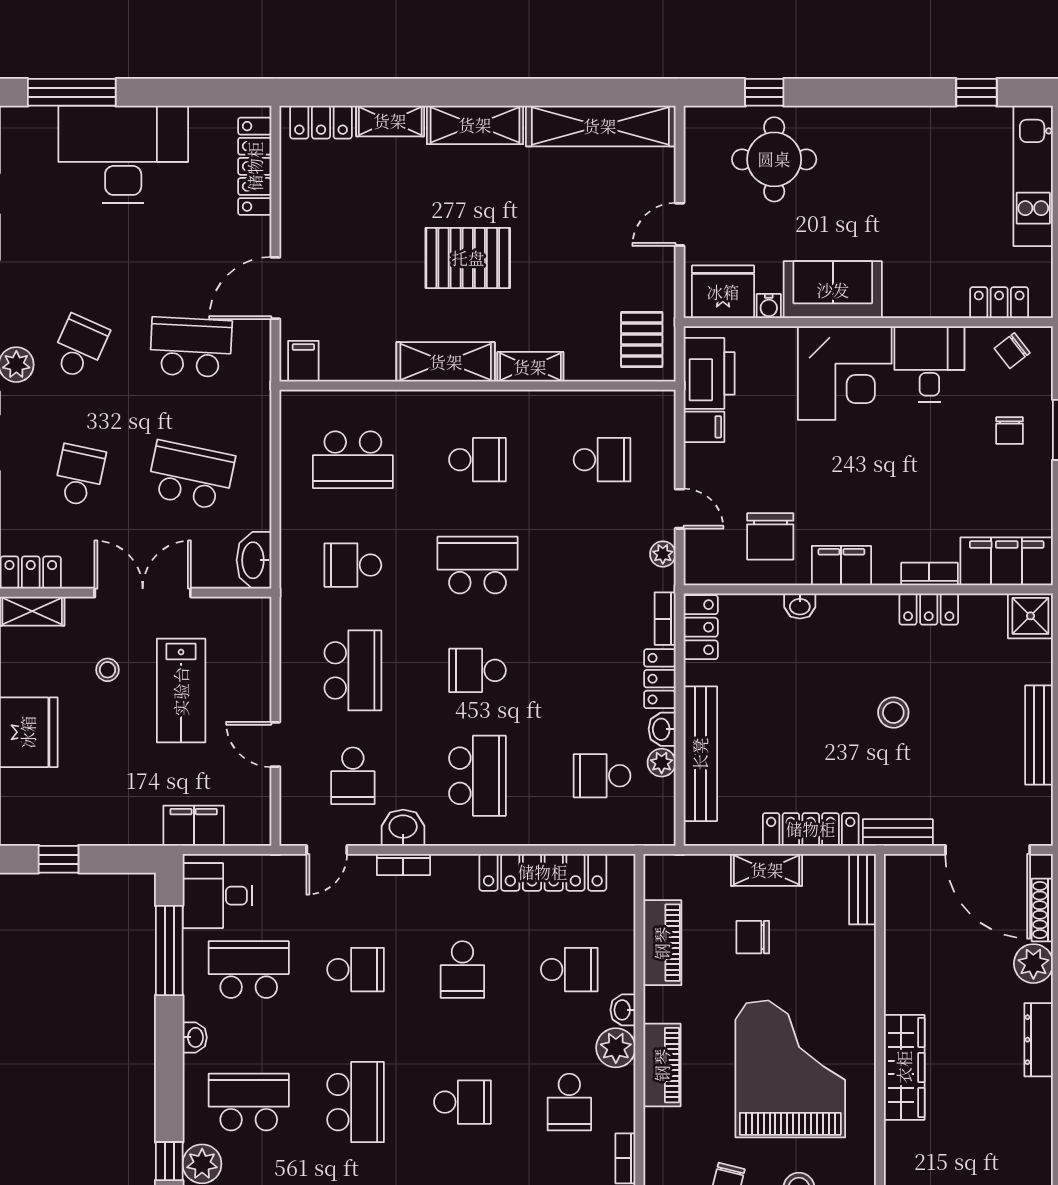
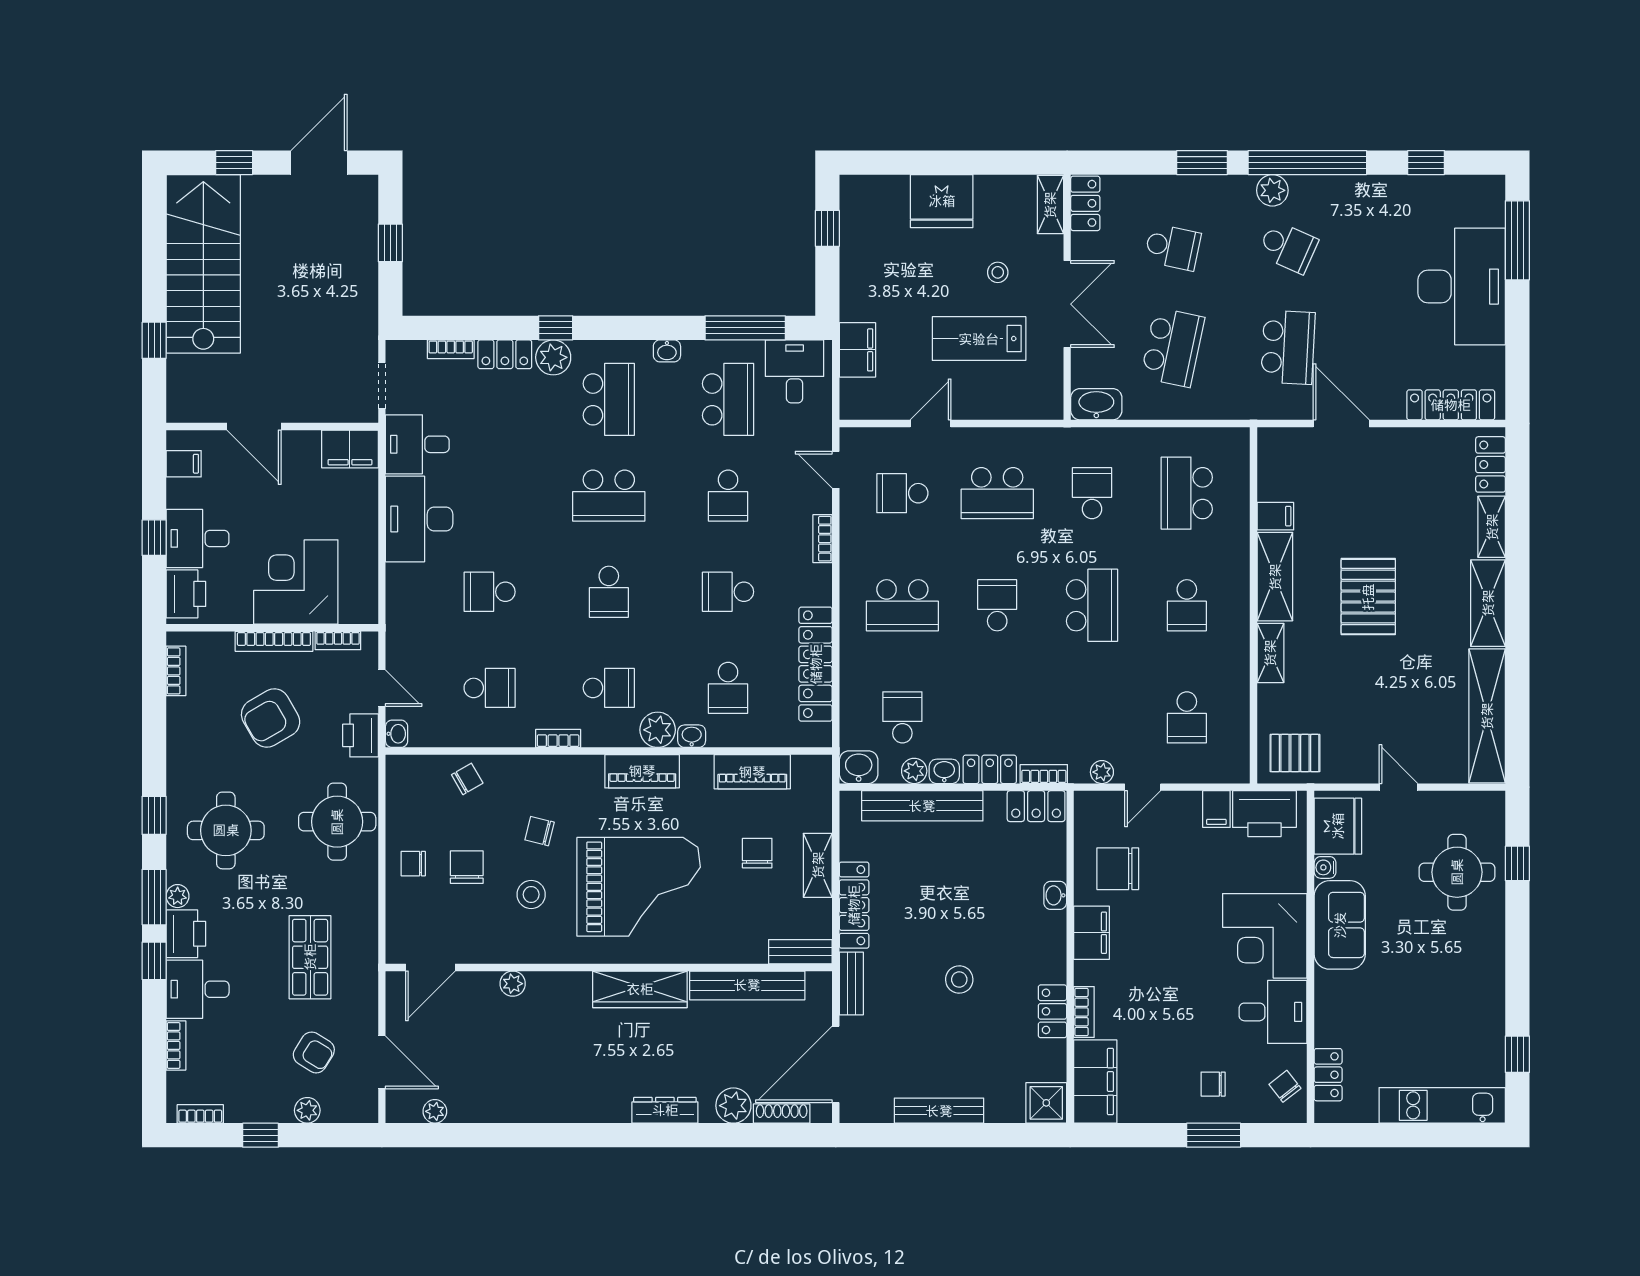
filing cabinet: (303, 361) -> (1275, 516), moved
washbasin: (403, 828) -> (859, 767), moved, turned -90
bench: (900, 948) -> (747, 985), added
school desk: (569, 1102) -> (609, 688), turned 180

